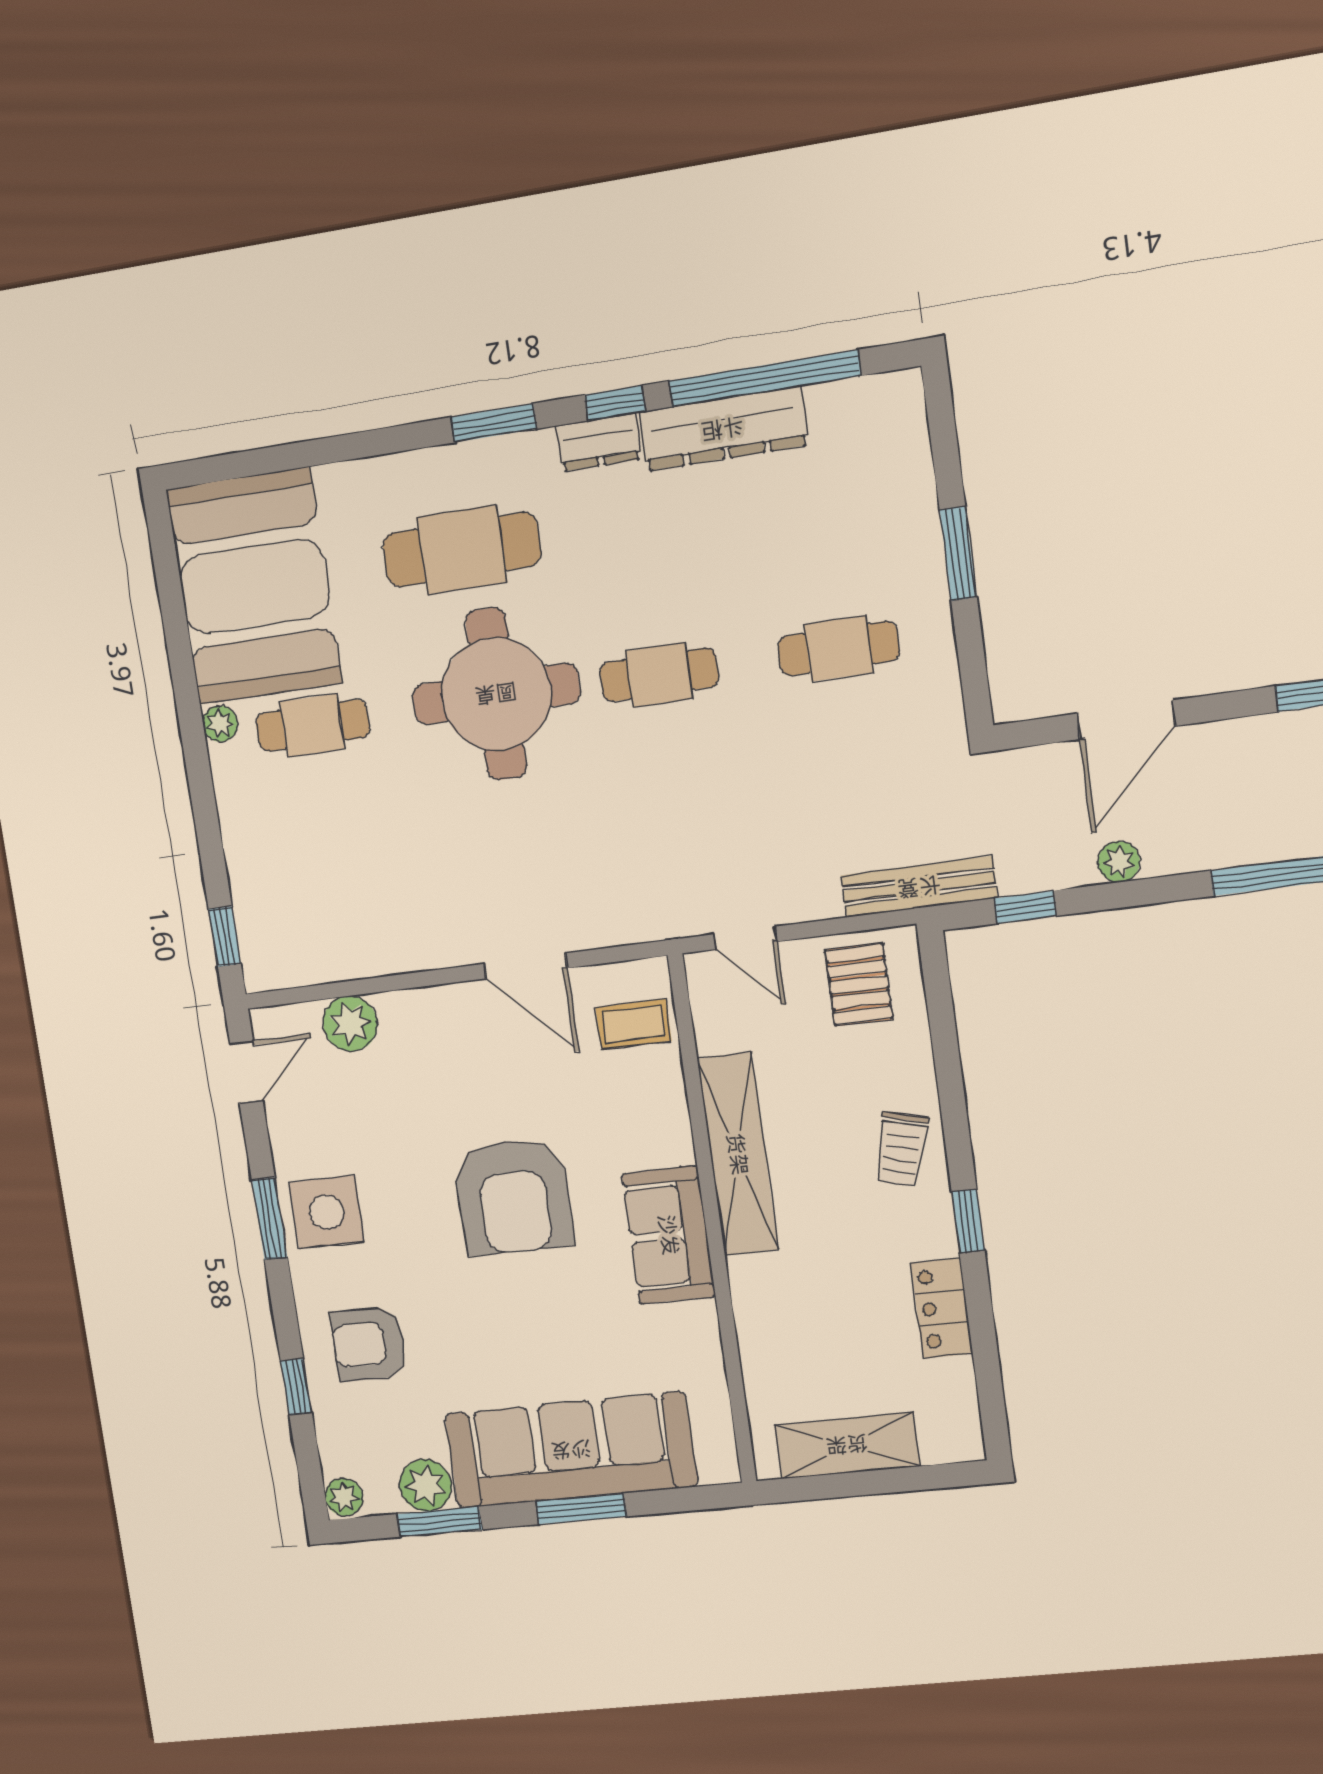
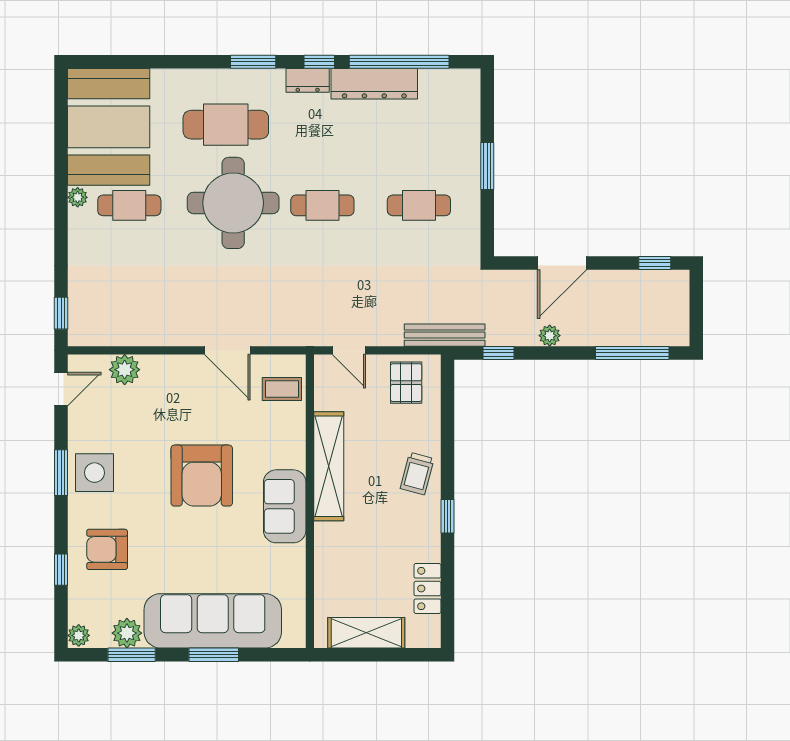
locker: (942, 1308) -> (427, 589), moved

